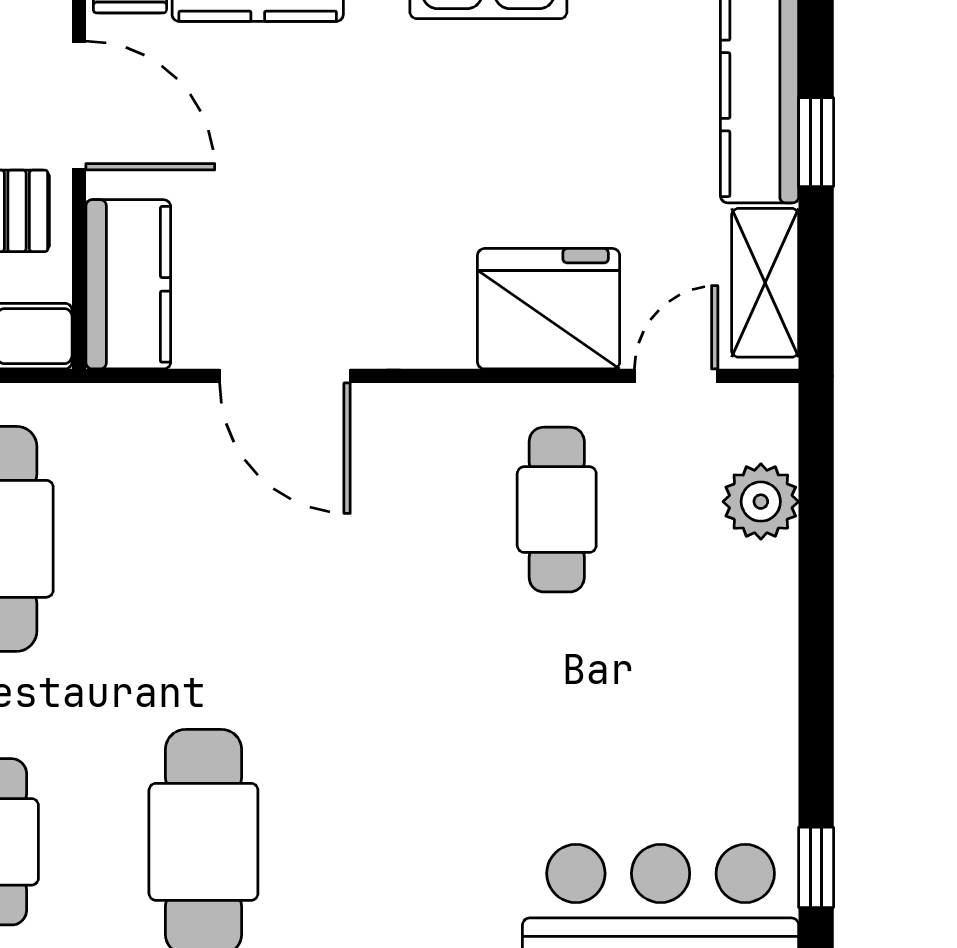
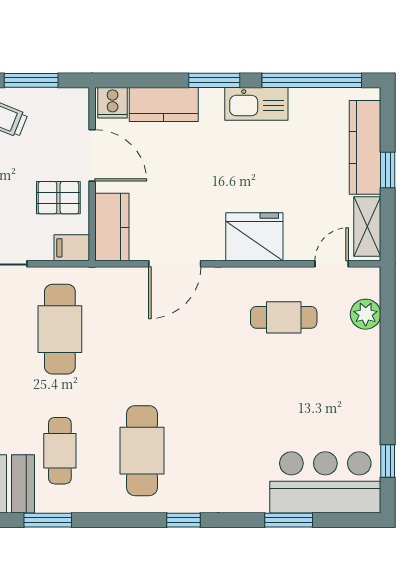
fridge: (549, 309) -> (254, 237), moved
door: (285, 376) -> (175, 264), hinge flipped
cafe table: (557, 510) -> (284, 317), turned 90

